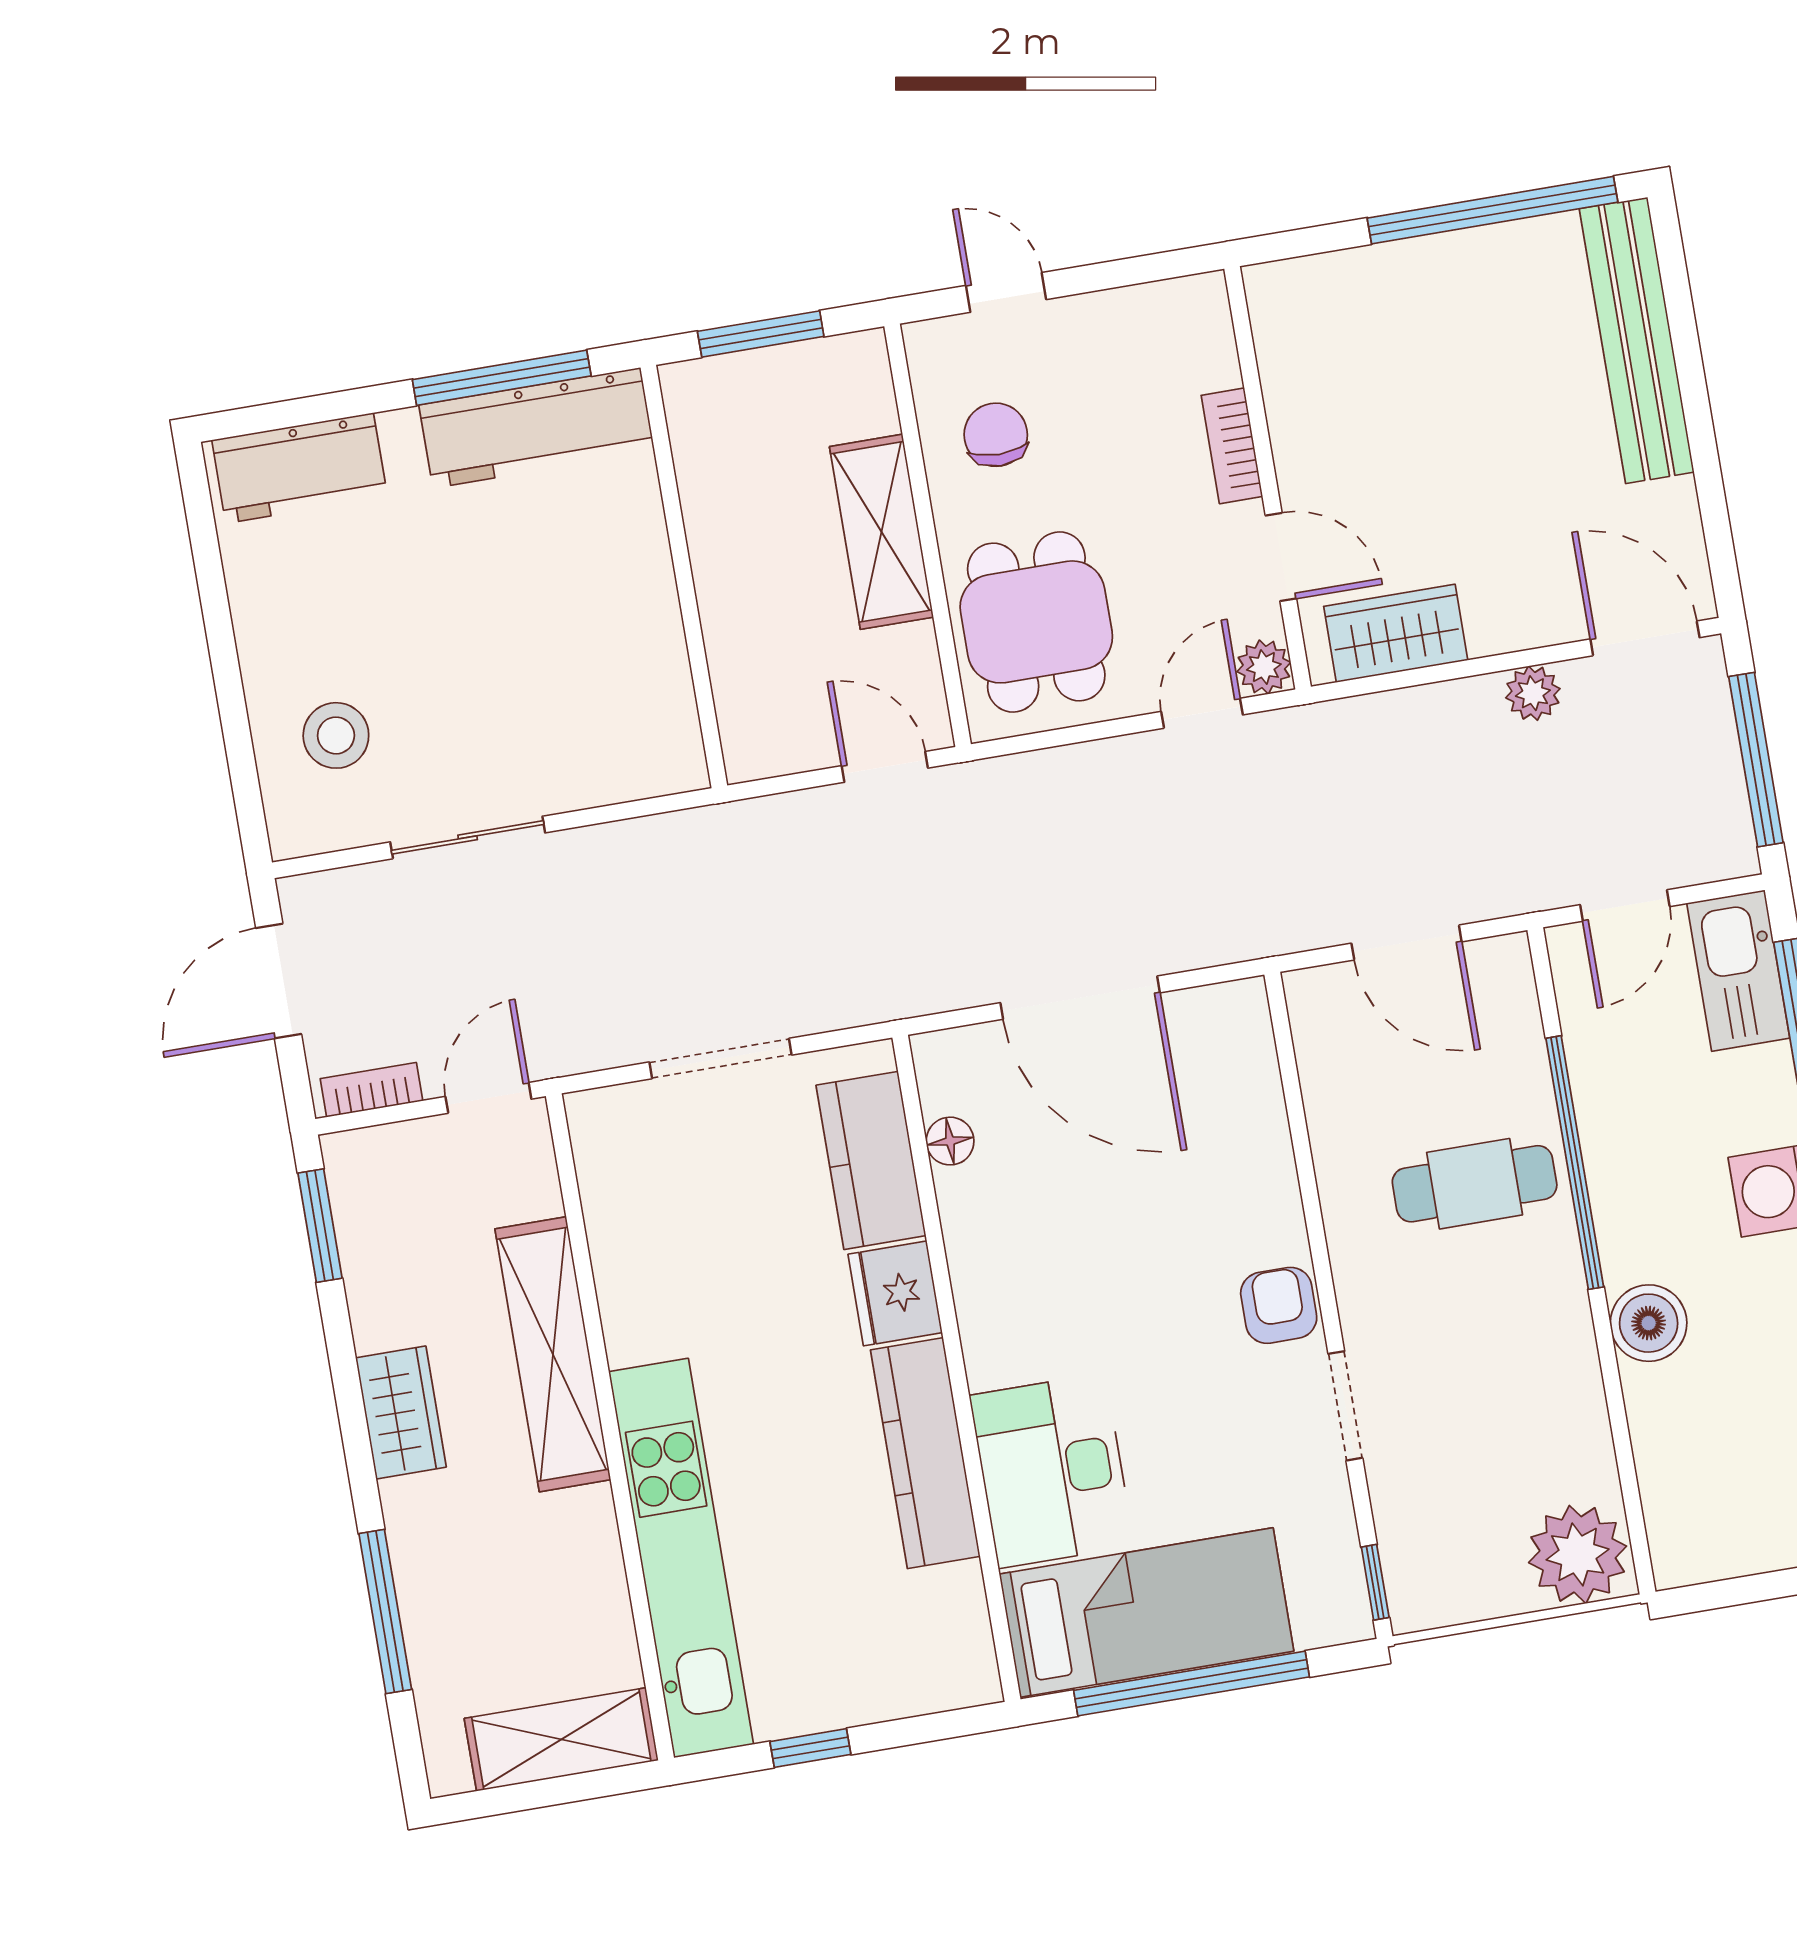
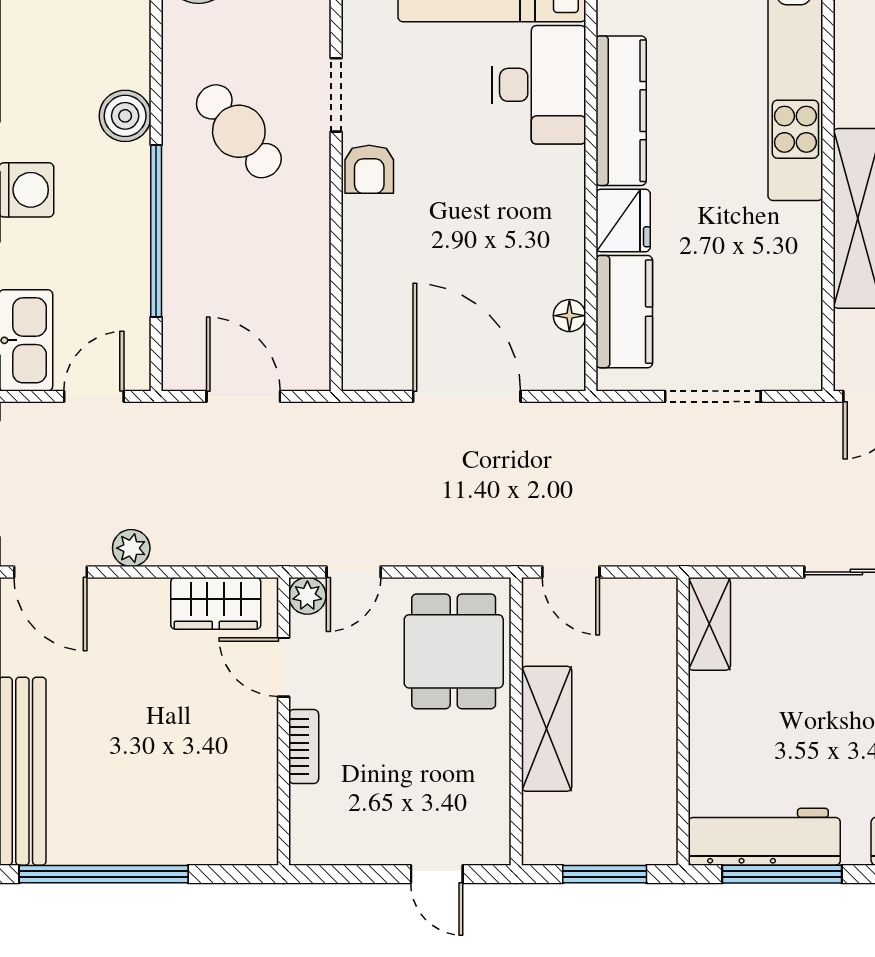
chair: (996, 435) -> (460, 781), removed
shelving: (670, 725) -> (709, 624), added
cafe table: (1475, 1184) -> (239, 131), moved, turned 50

